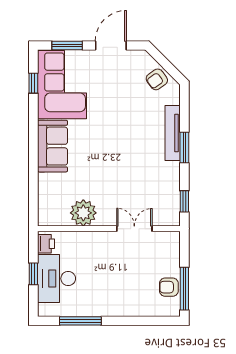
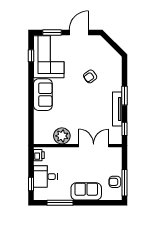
armchair: (157, 79) -> (90, 76), moved
tv unit: (173, 133) -> (117, 109), moved
double door: (134, 229) -> (94, 146), width x1.37
window: (33, 274) -> (31, 184), moved
desk: (56, 279) -> (45, 177), width x0.73
sofa: (123, 303) -> (86, 191), added

